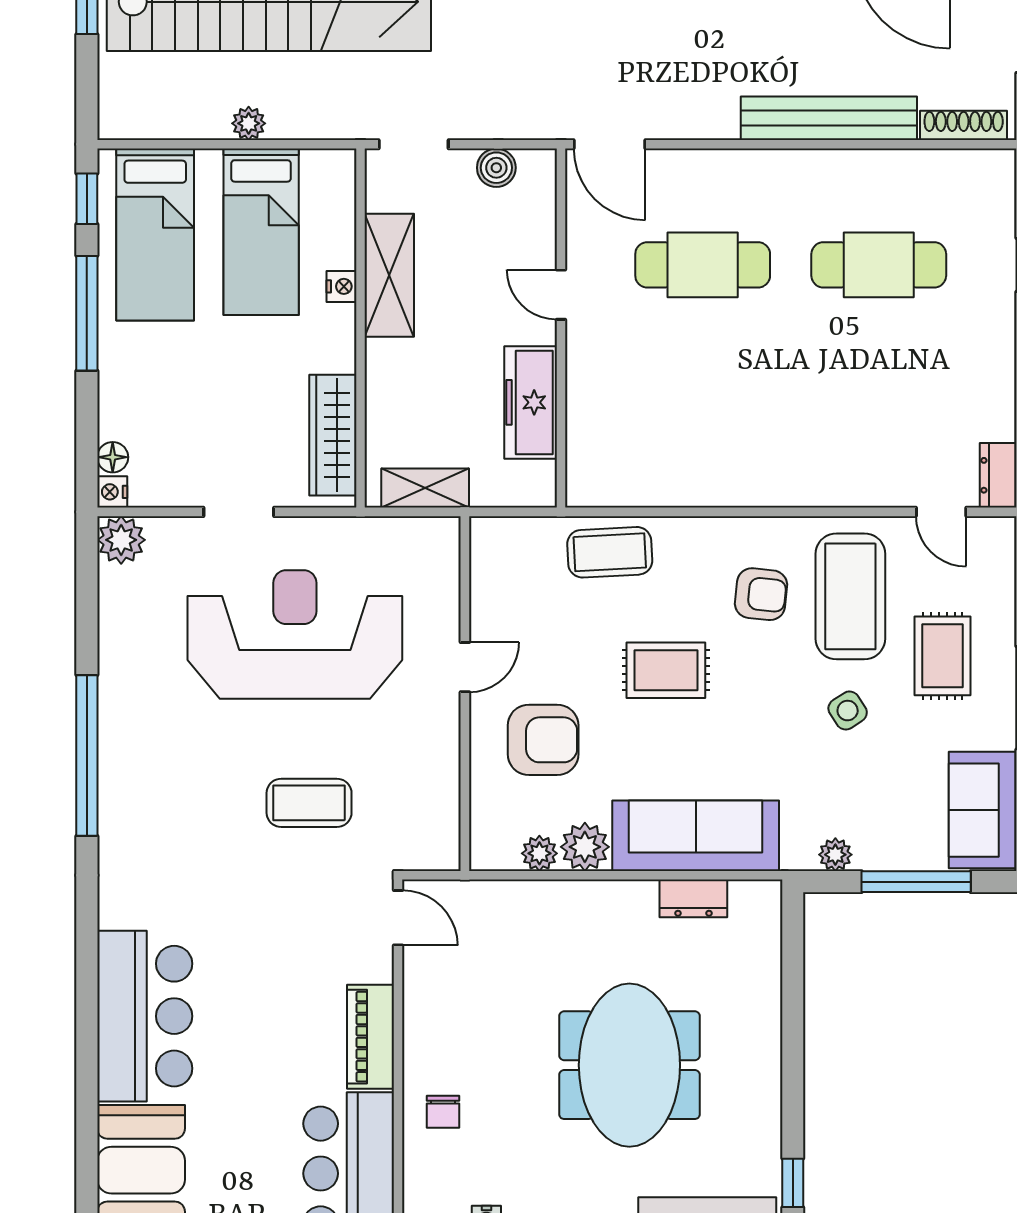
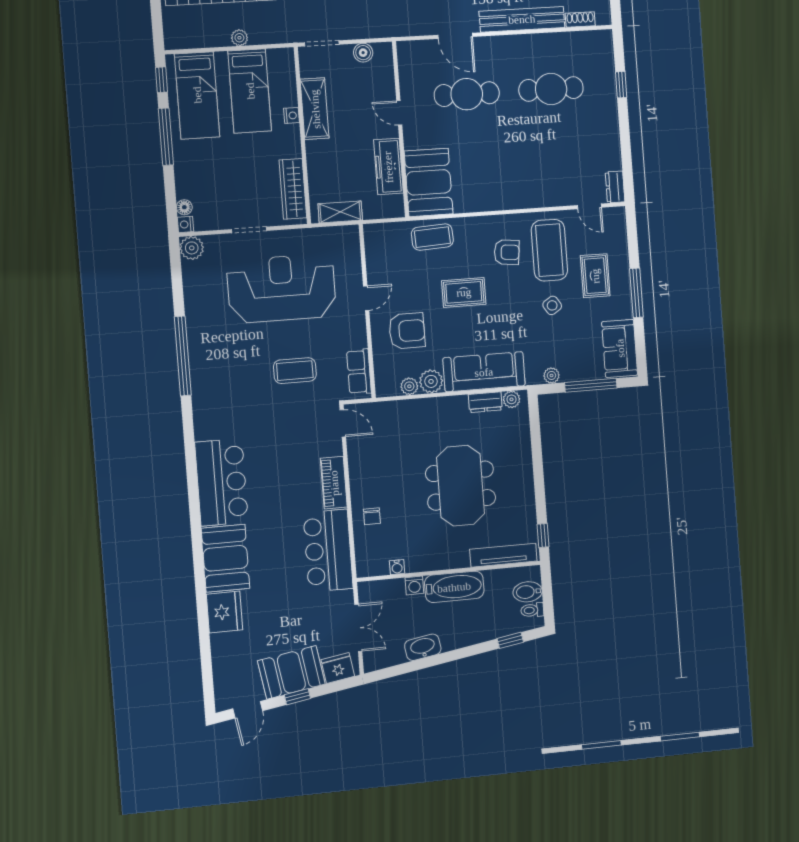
shoe rack: (964, 125) -> (580, 20), width x0.70
door: (610, 144) -> (455, 36), moved
booth: (610, 440) -> (429, 182), added
row of seats: (439, 815) -> (359, 372), added
plant: (748, 897) -> (512, 399), added

